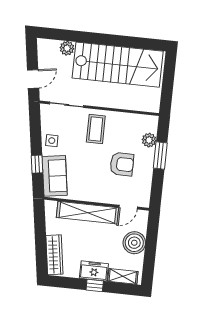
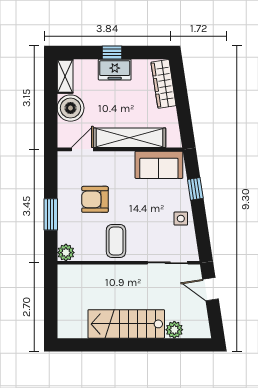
stairs: (118, 65) -> (126, 324), width x0.73, depth x0.66
door: (33, 79) -> (211, 289), hinge flipped
coffee table: (96, 129) -> (116, 241), moved
plant: (149, 140) -> (66, 253), moved
sofa: (55, 176) -> (159, 165), moved, turned -81
shelving: (123, 276) -> (65, 76), moved, turned 90

